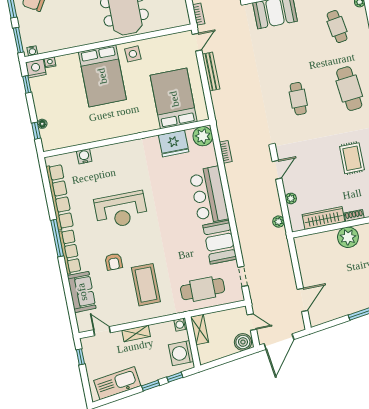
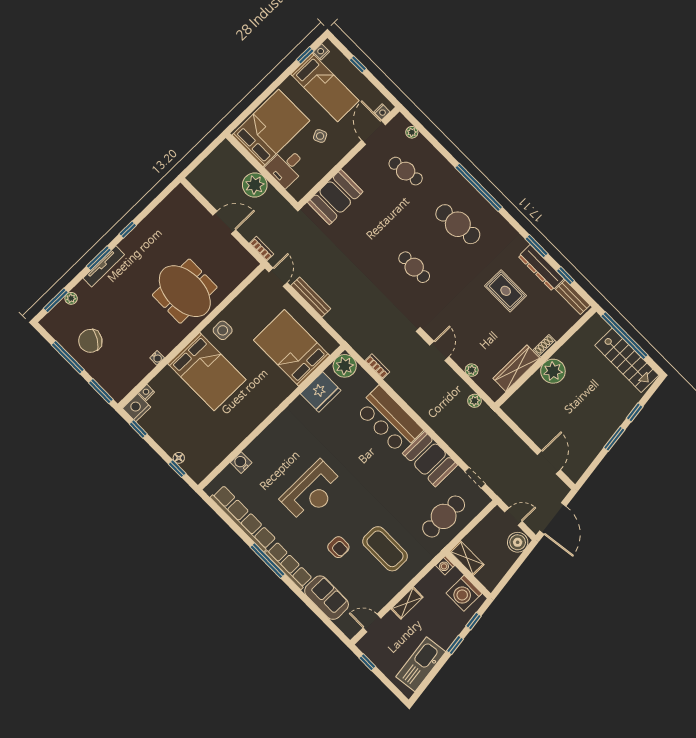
water cooler: (32, 51) -> (157, 358), moved

